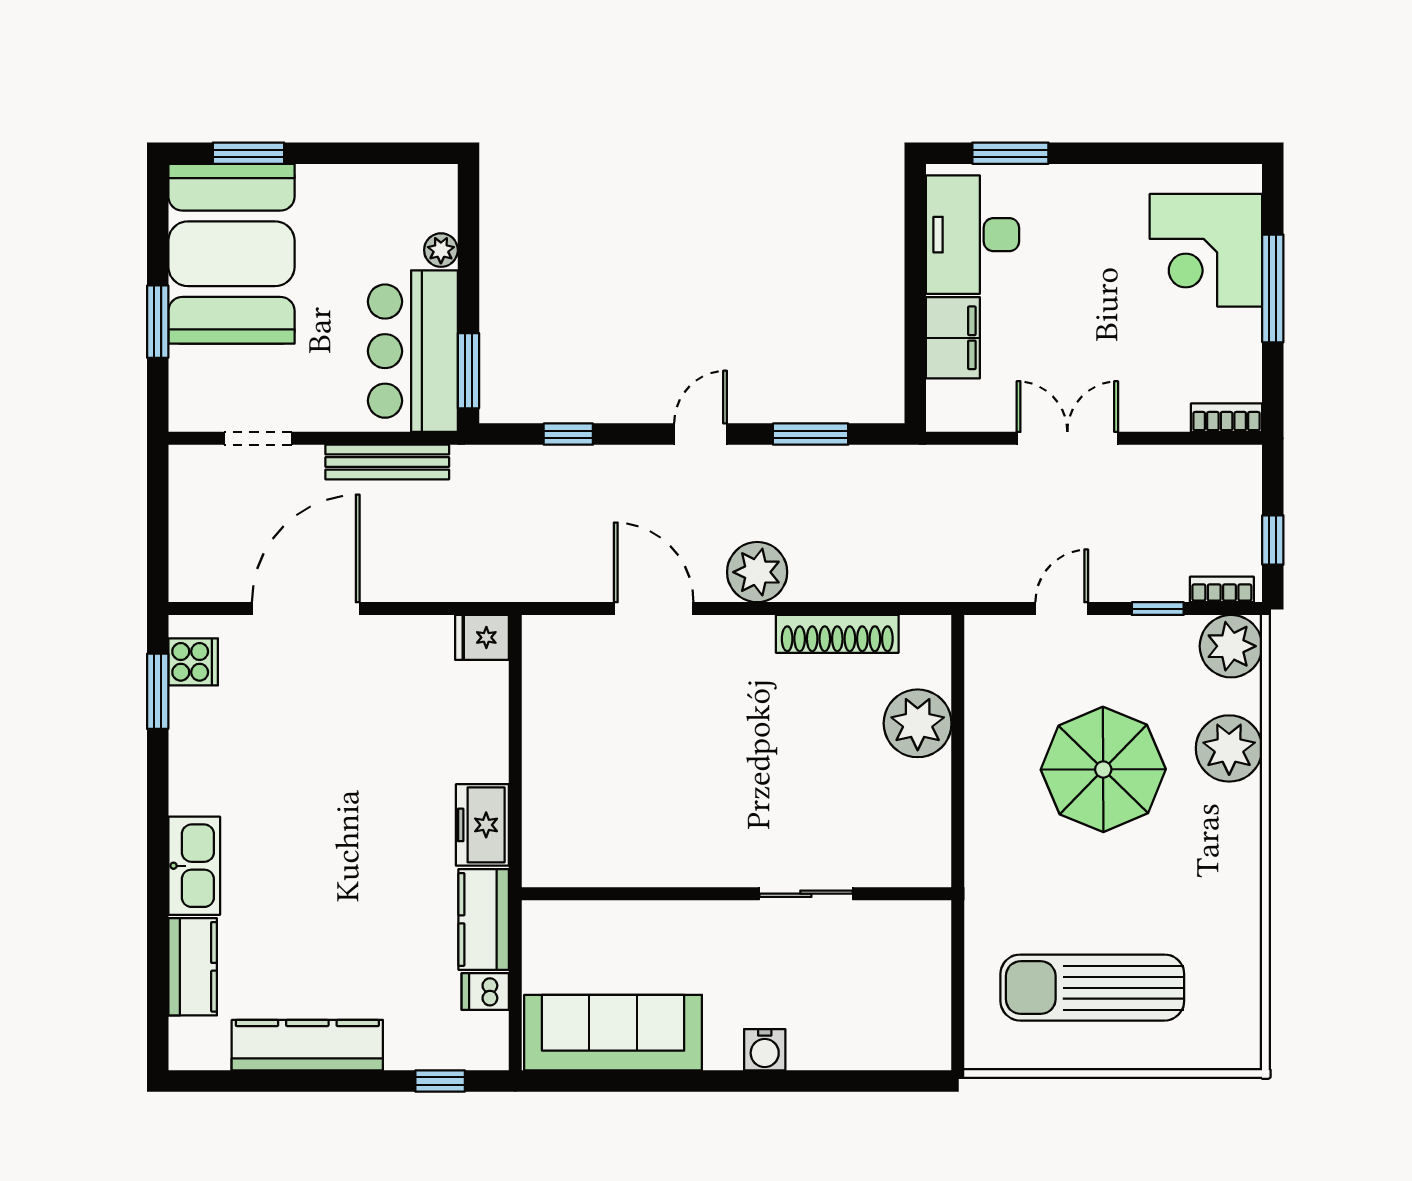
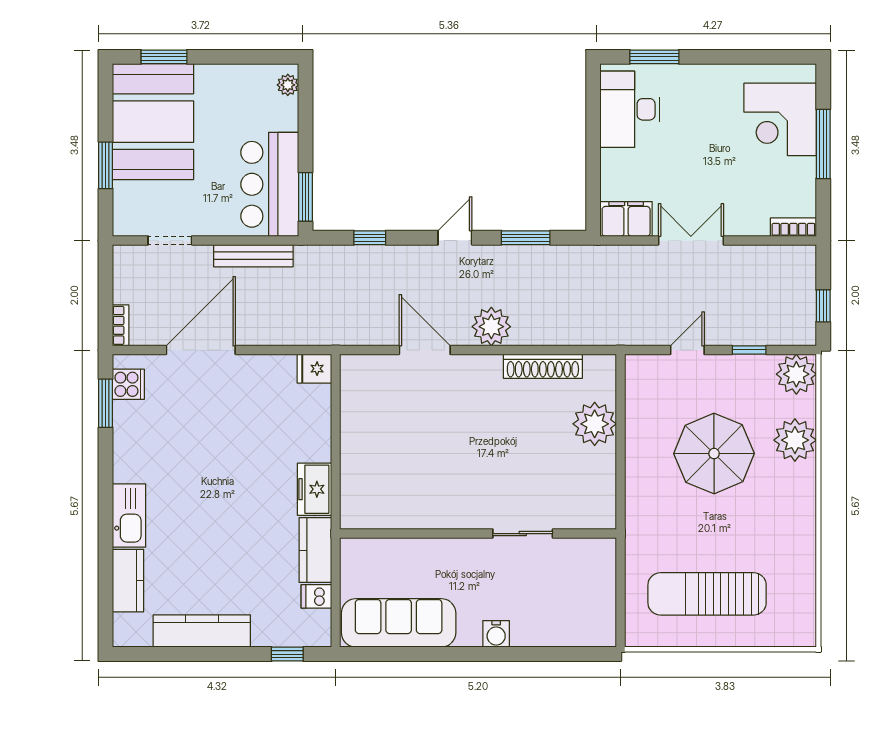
plant: (441, 250) -> (288, 85), moved
filing cabinet: (953, 338) -> (626, 219), moved, turned -90
bookcase: (1222, 589) -> (121, 325), moved, turned 90

